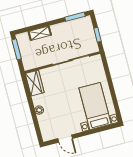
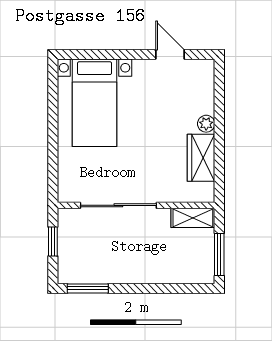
shelving: (40, 33) -> (193, 218), moved
wardrobe: (35, 83) -> (201, 158), moved

